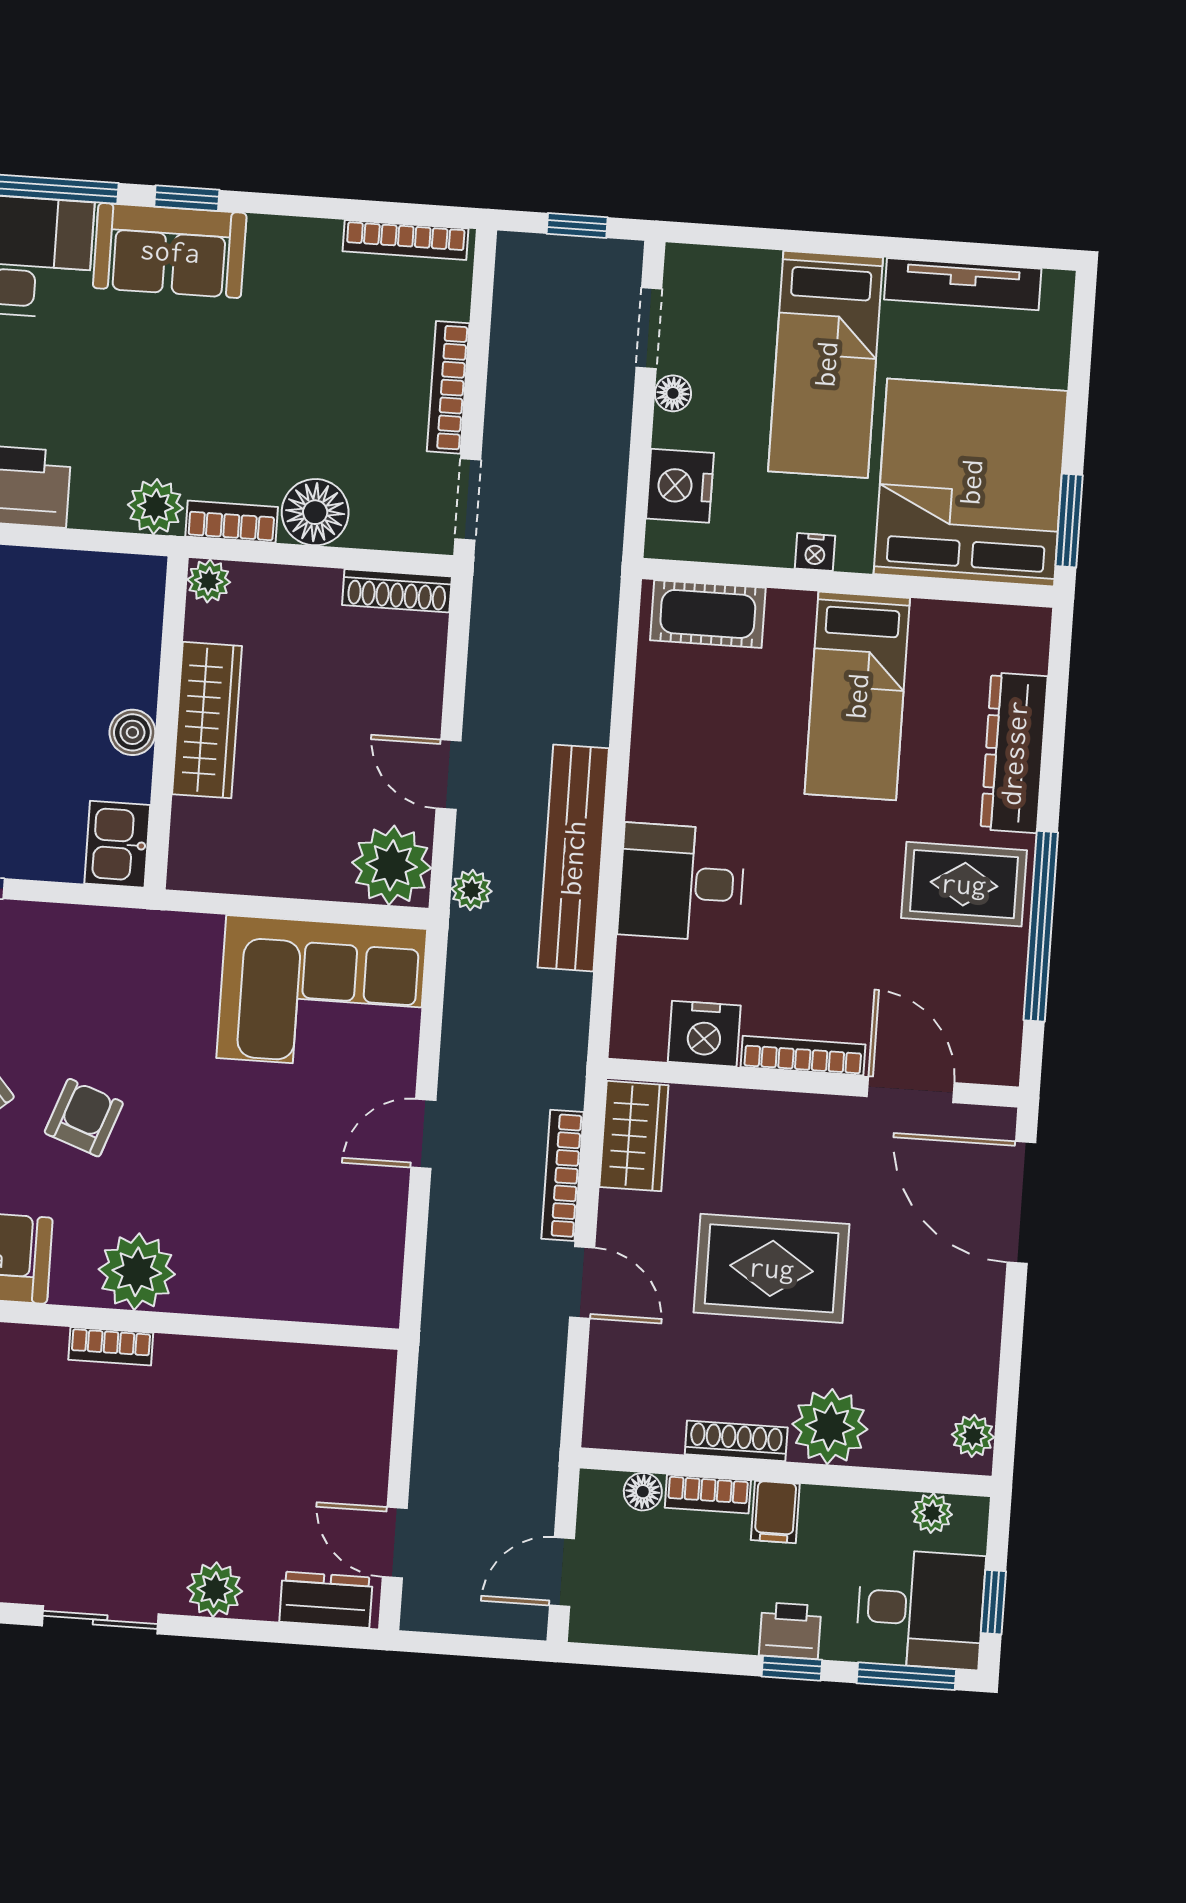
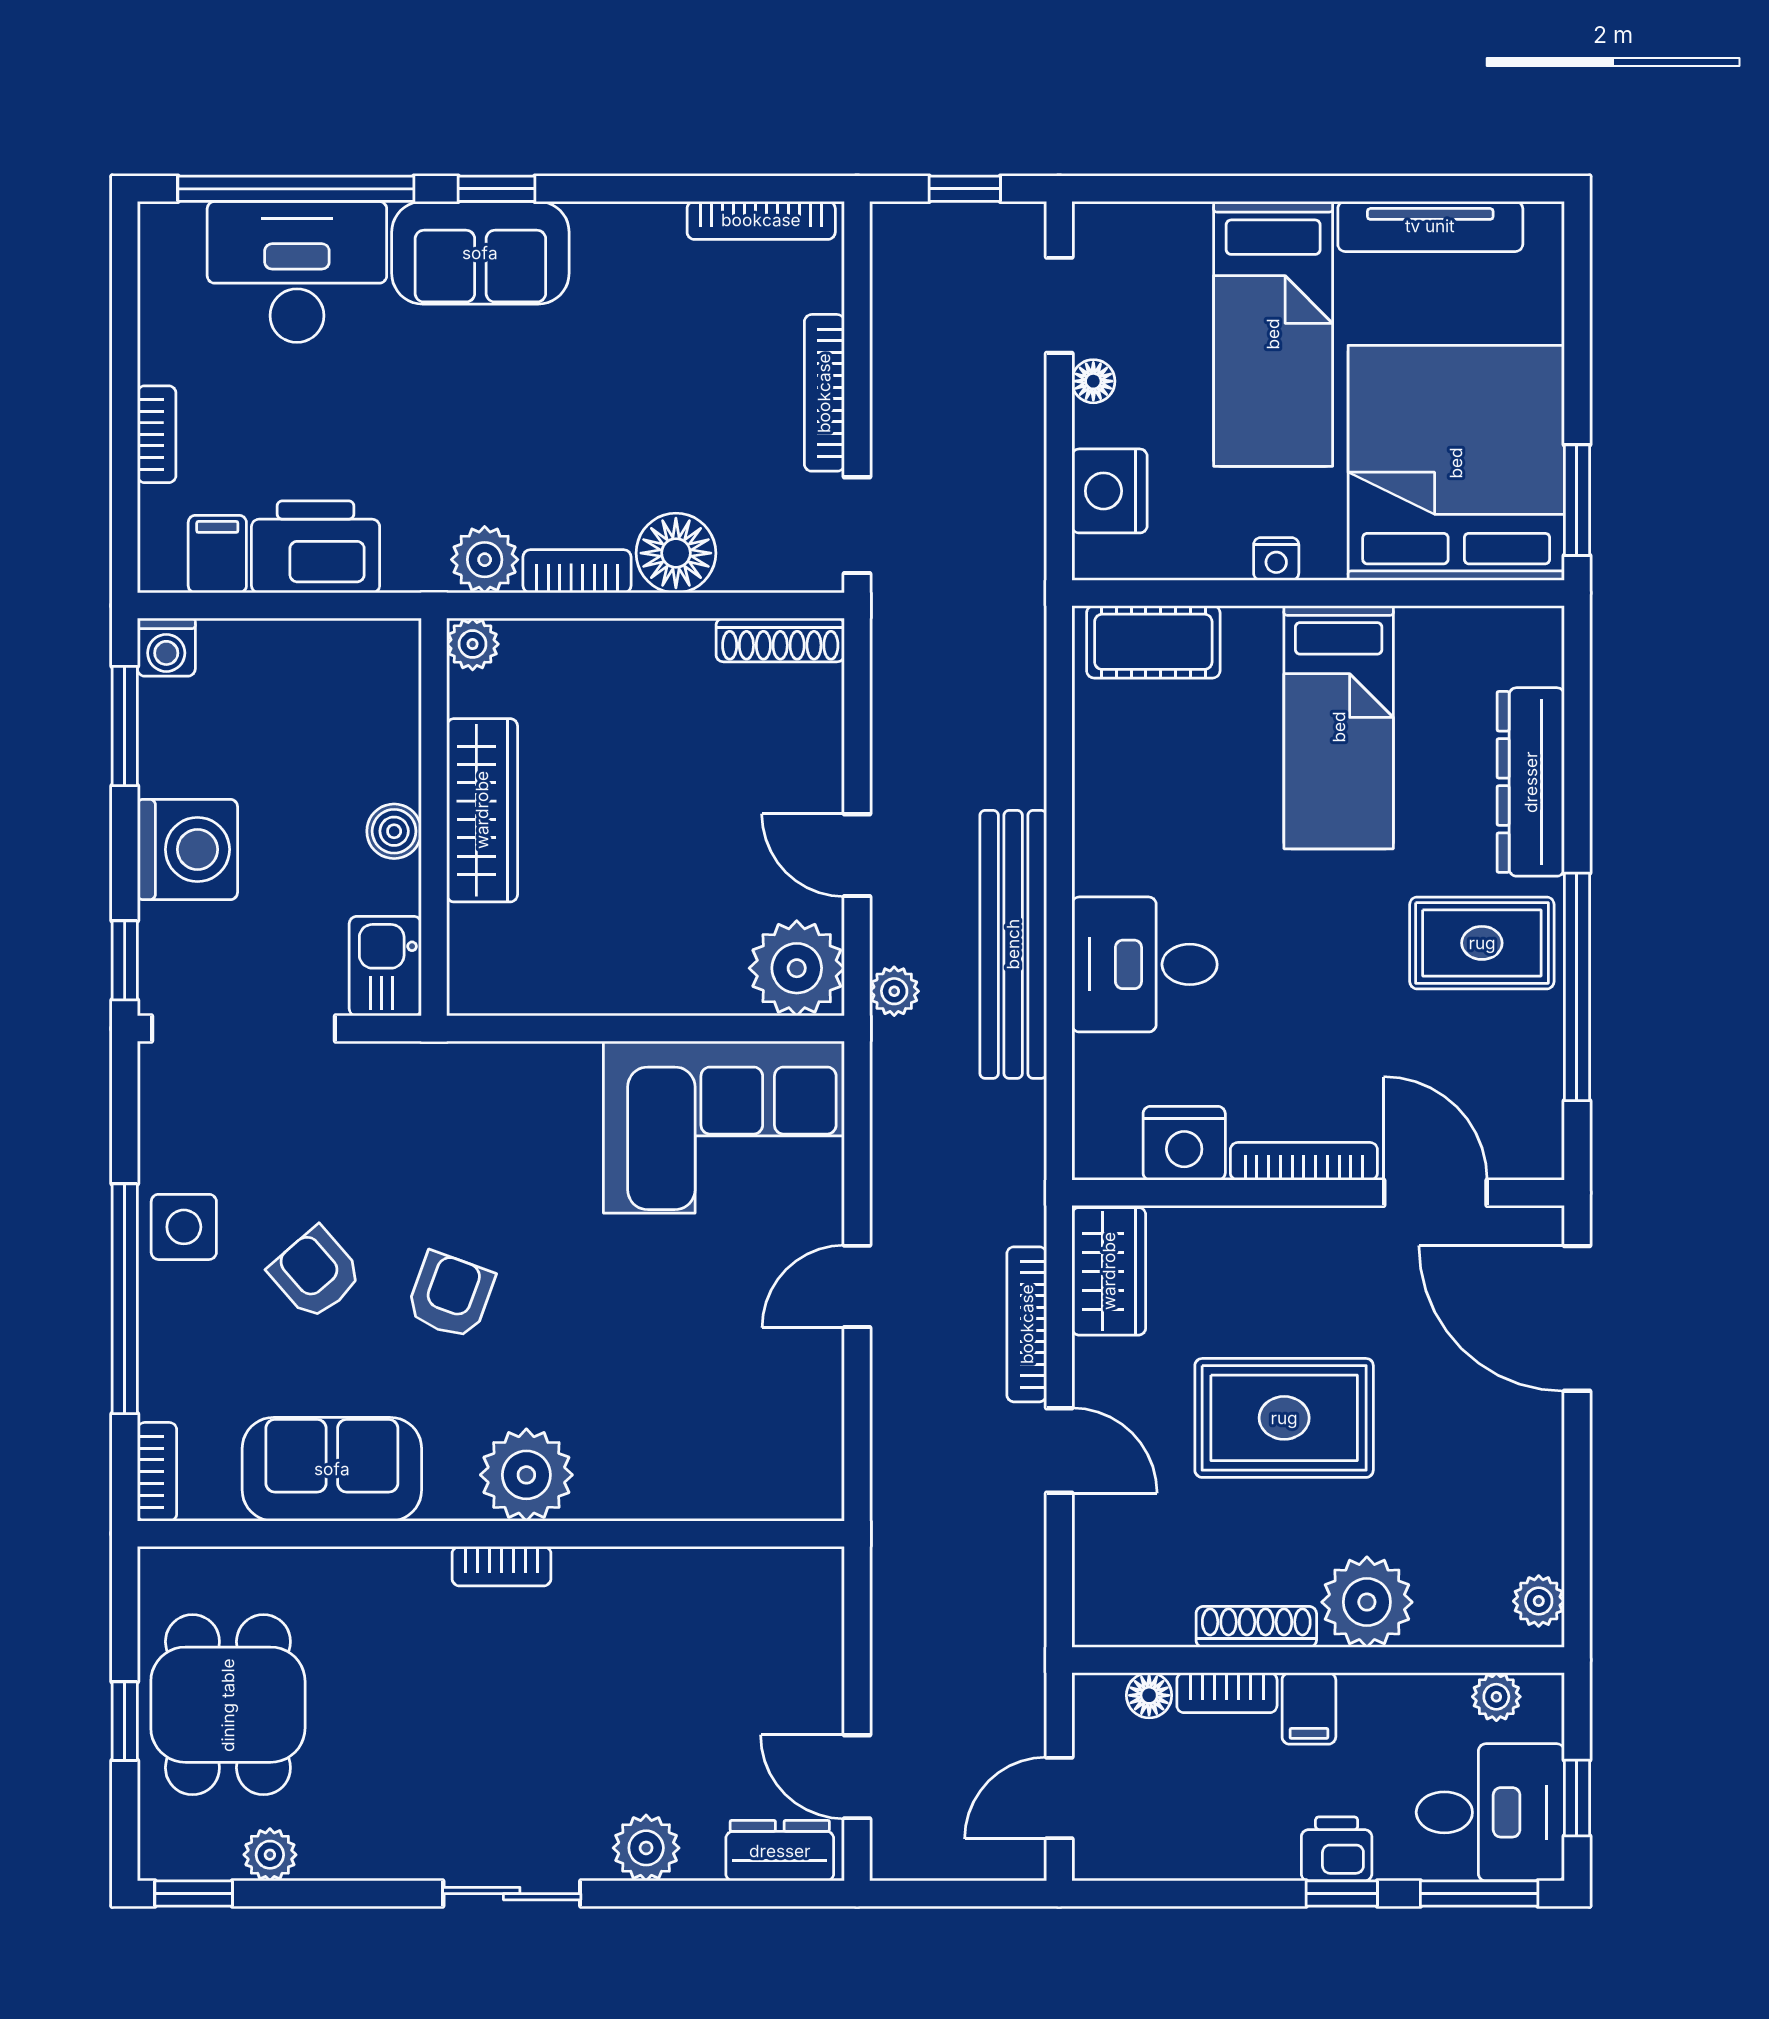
plant: (209, 581) -> (473, 644), moved
wardrobe: (207, 720) -> (482, 810), moved
wall: (167, 723) -> (434, 817), moved
boiler: (132, 732) -> (394, 831), moved
kitchen sink: (117, 844) -> (385, 966), moved

